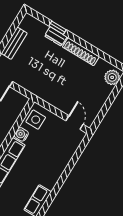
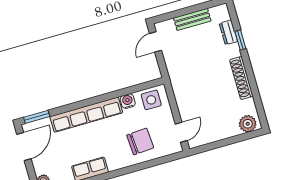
dresser: (56, 36) -> (228, 32), moved
chair: (53, 153) -> (140, 141), added

